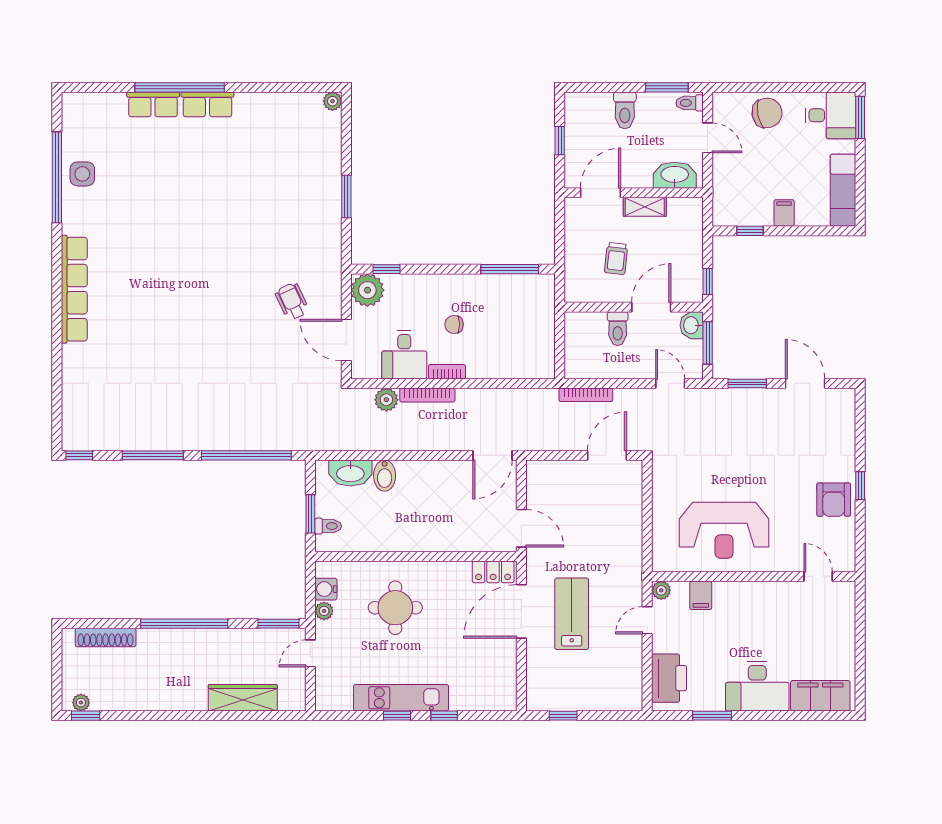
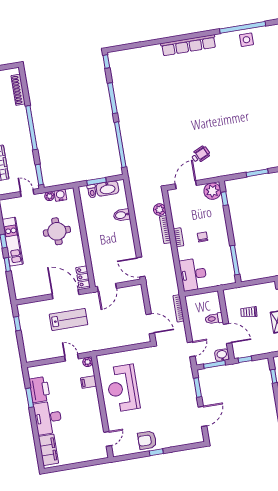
desk: (404, 355) -> (193, 274), moved, width x1.37
washbasin: (350, 473) -> (107, 188), moved, turned -90
printer: (669, 678) -> (39, 390), moved, turned -90

